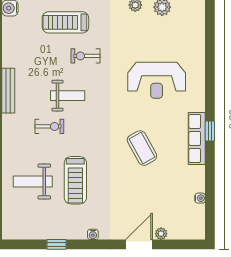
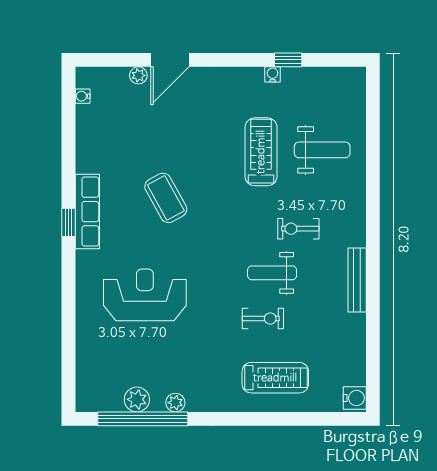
exercise bike: (86, 56) -> (263, 319), moved
water cooler: (200, 198) -> (83, 96), moved
water cooler: (93, 234) -> (273, 74), moved

